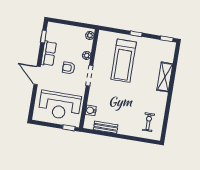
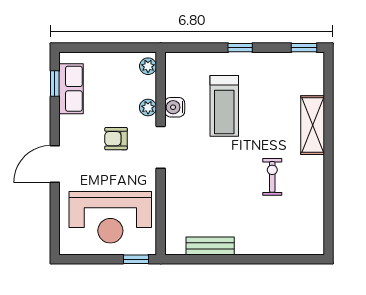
row of seats: (49, 53) -> (71, 89), moved
treadmill: (124, 61) -> (224, 106), width x0.73, depth x0.73
door: (37, 75) -> (55, 164), hinge flipped
water cooler: (91, 110) -> (175, 107), moved
exercise bike: (148, 122) -> (272, 177), moved

